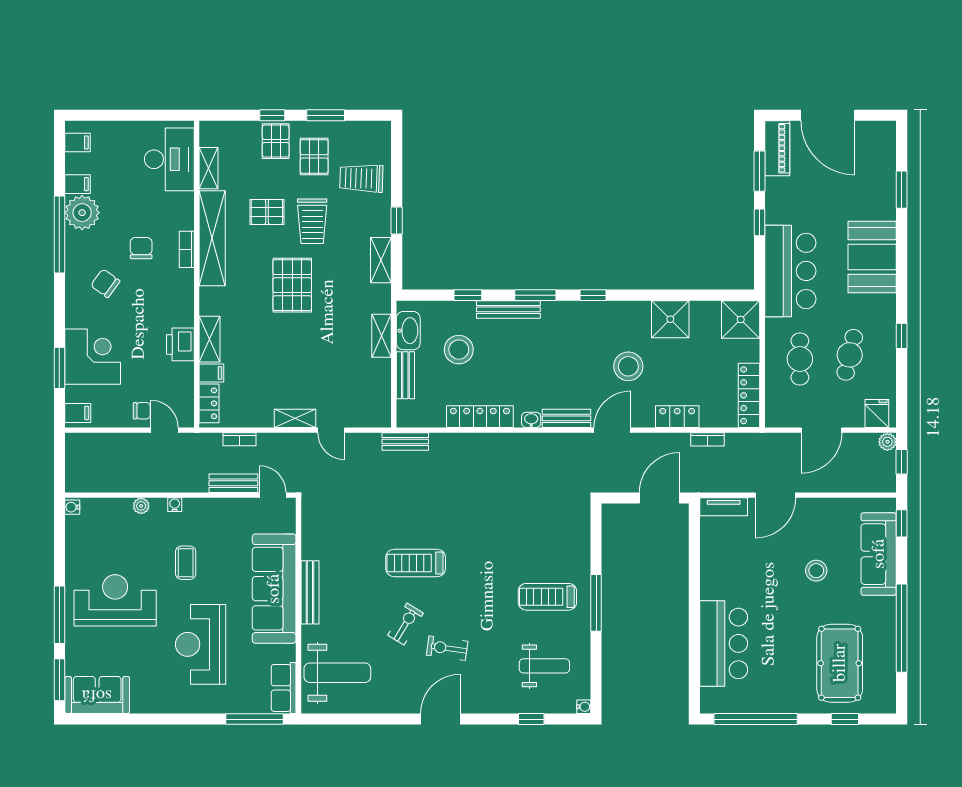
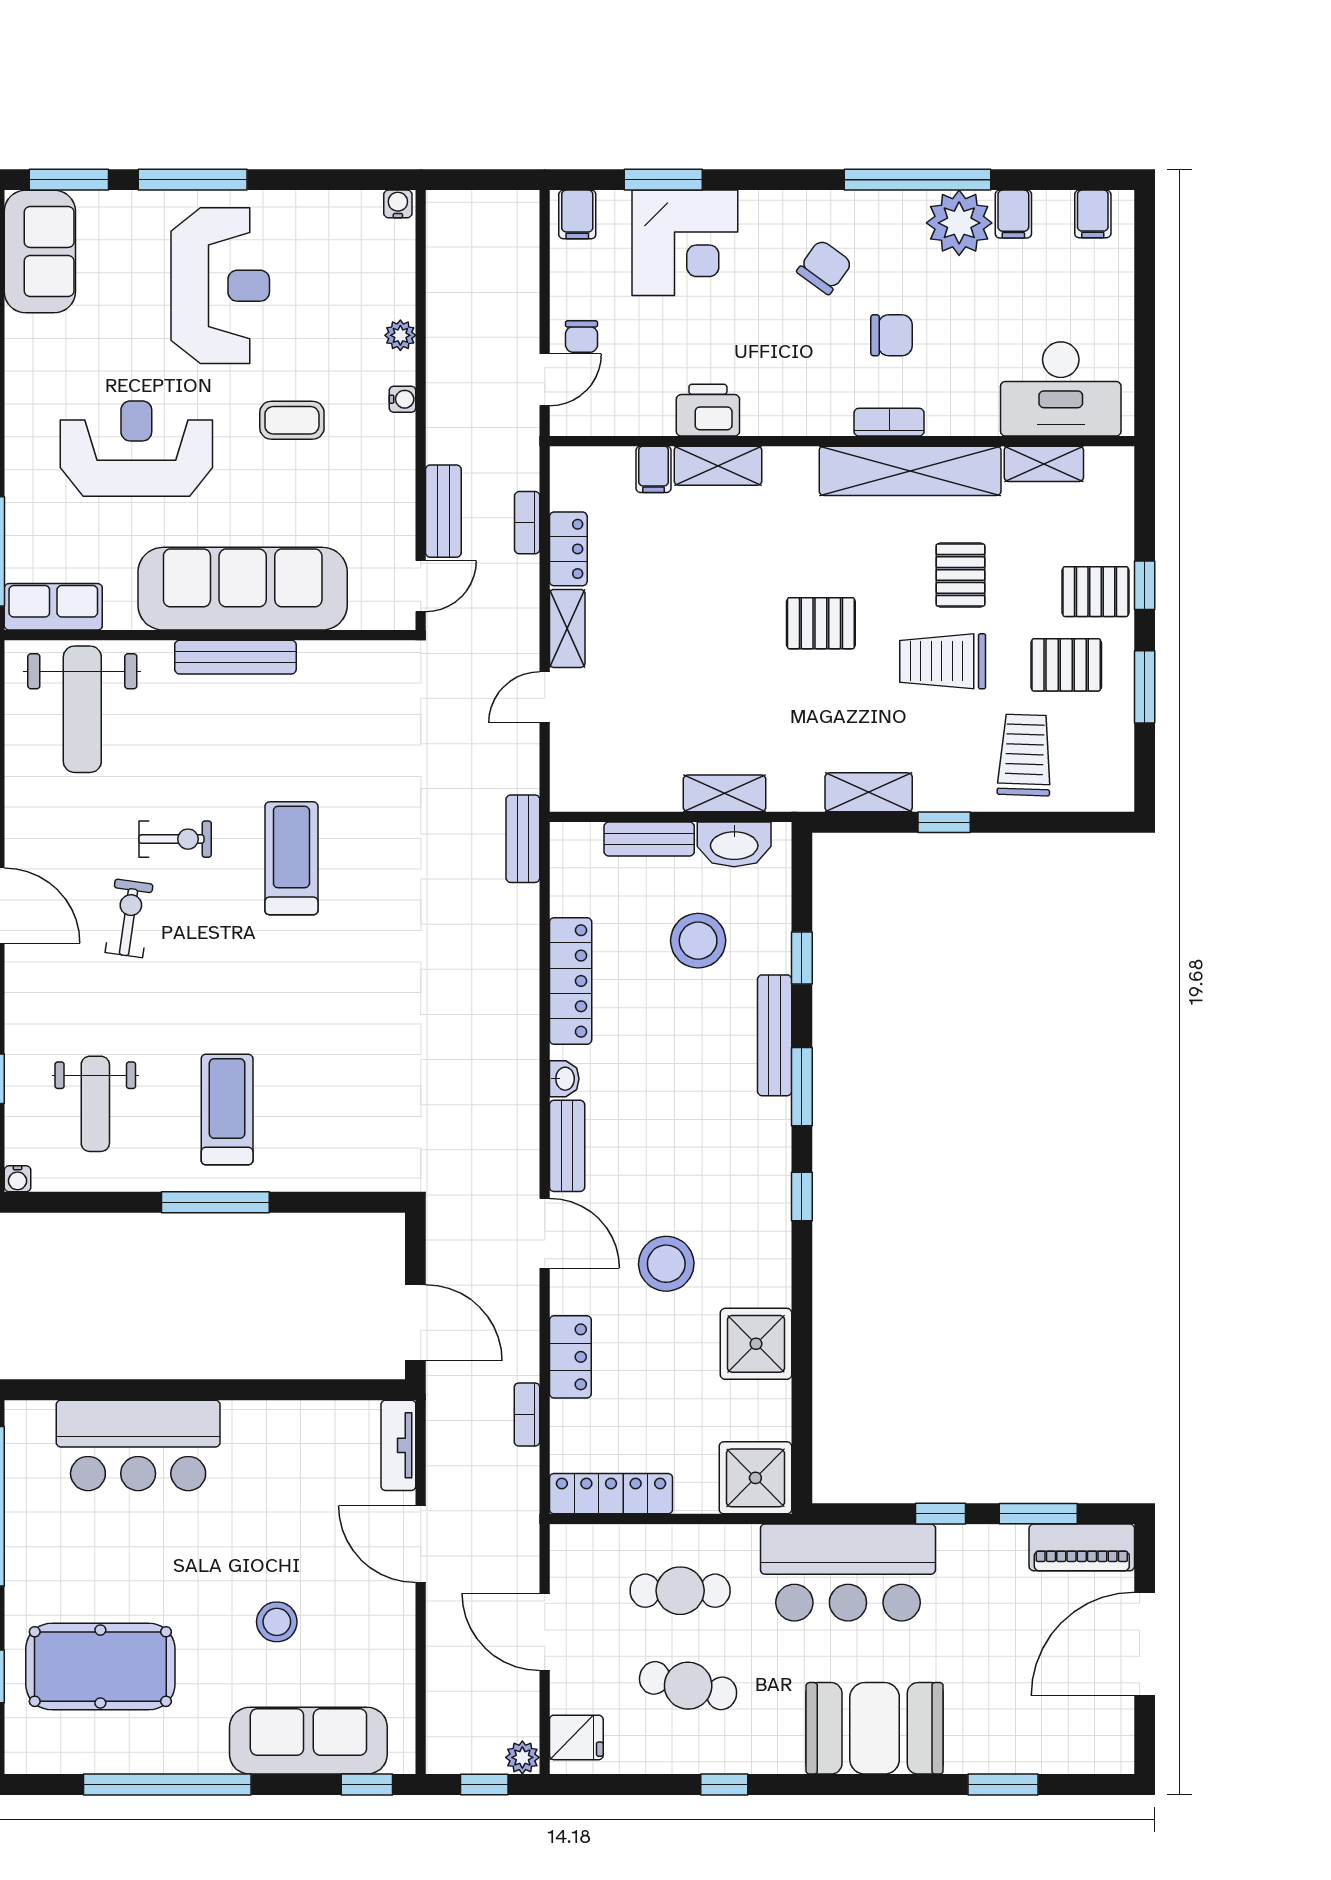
pallet: (292, 285) -> (821, 623), width x0.67, depth x0.71
locker: (209, 403) -> (568, 549), moved, turned -90
exercise bike: (405, 624) -> (175, 839), turned -31

